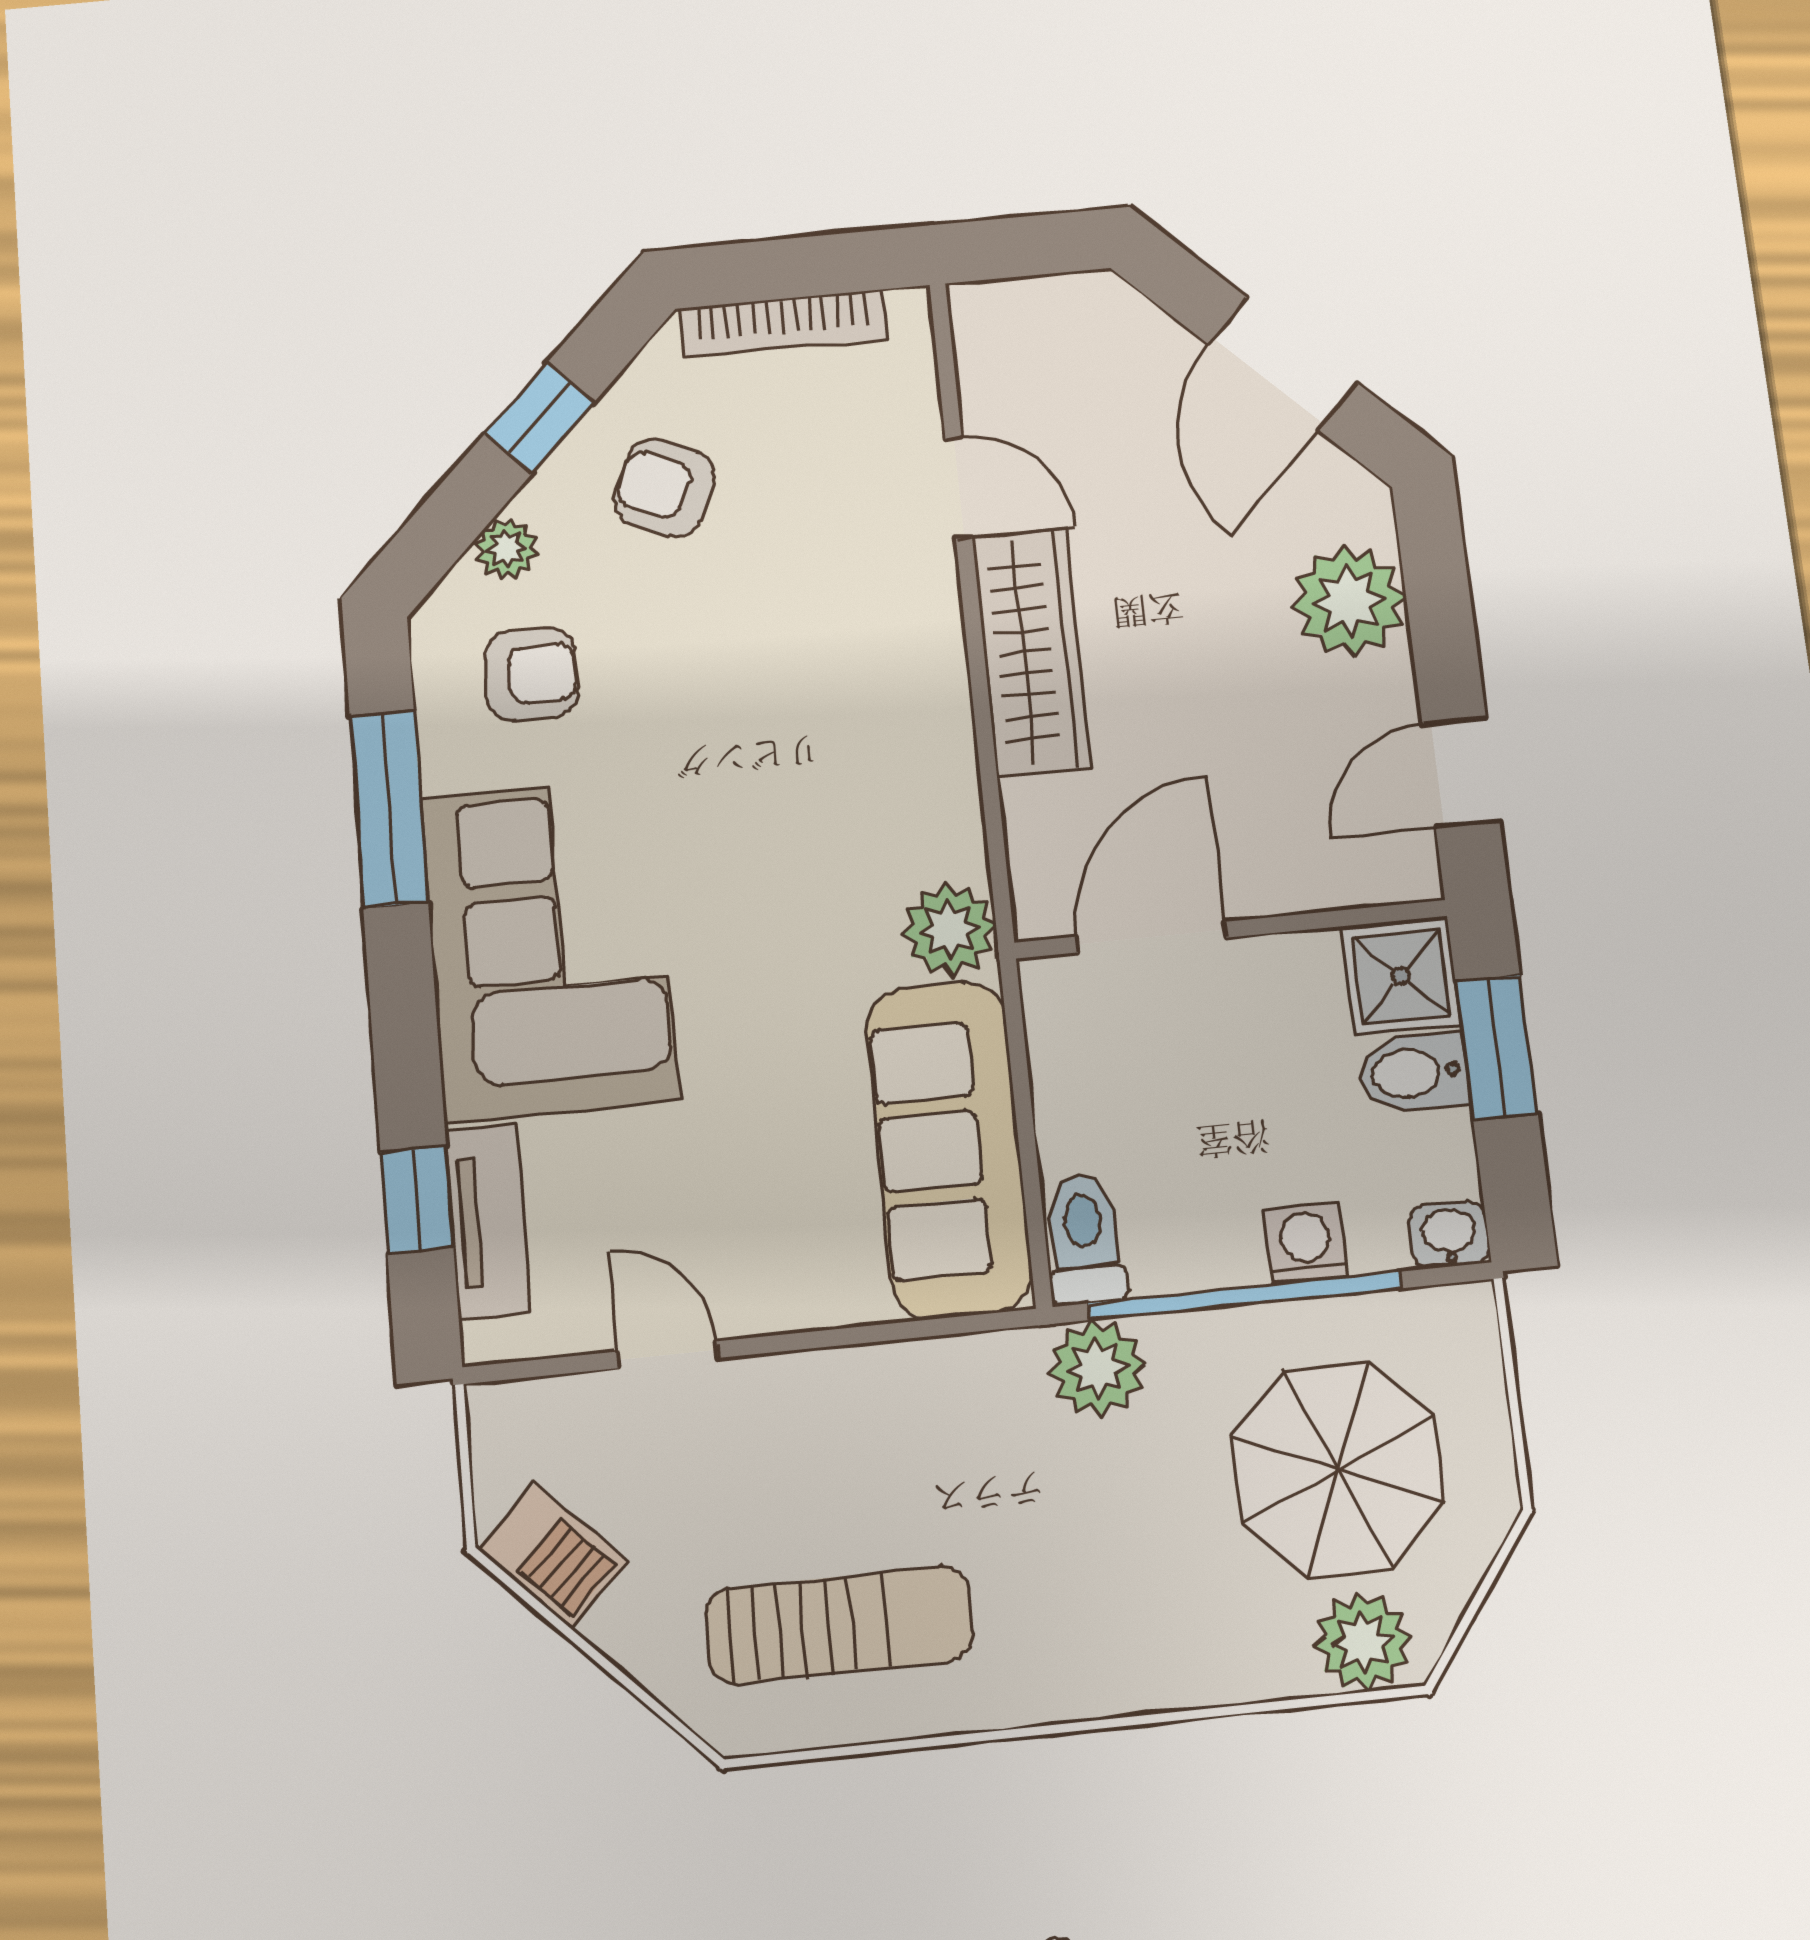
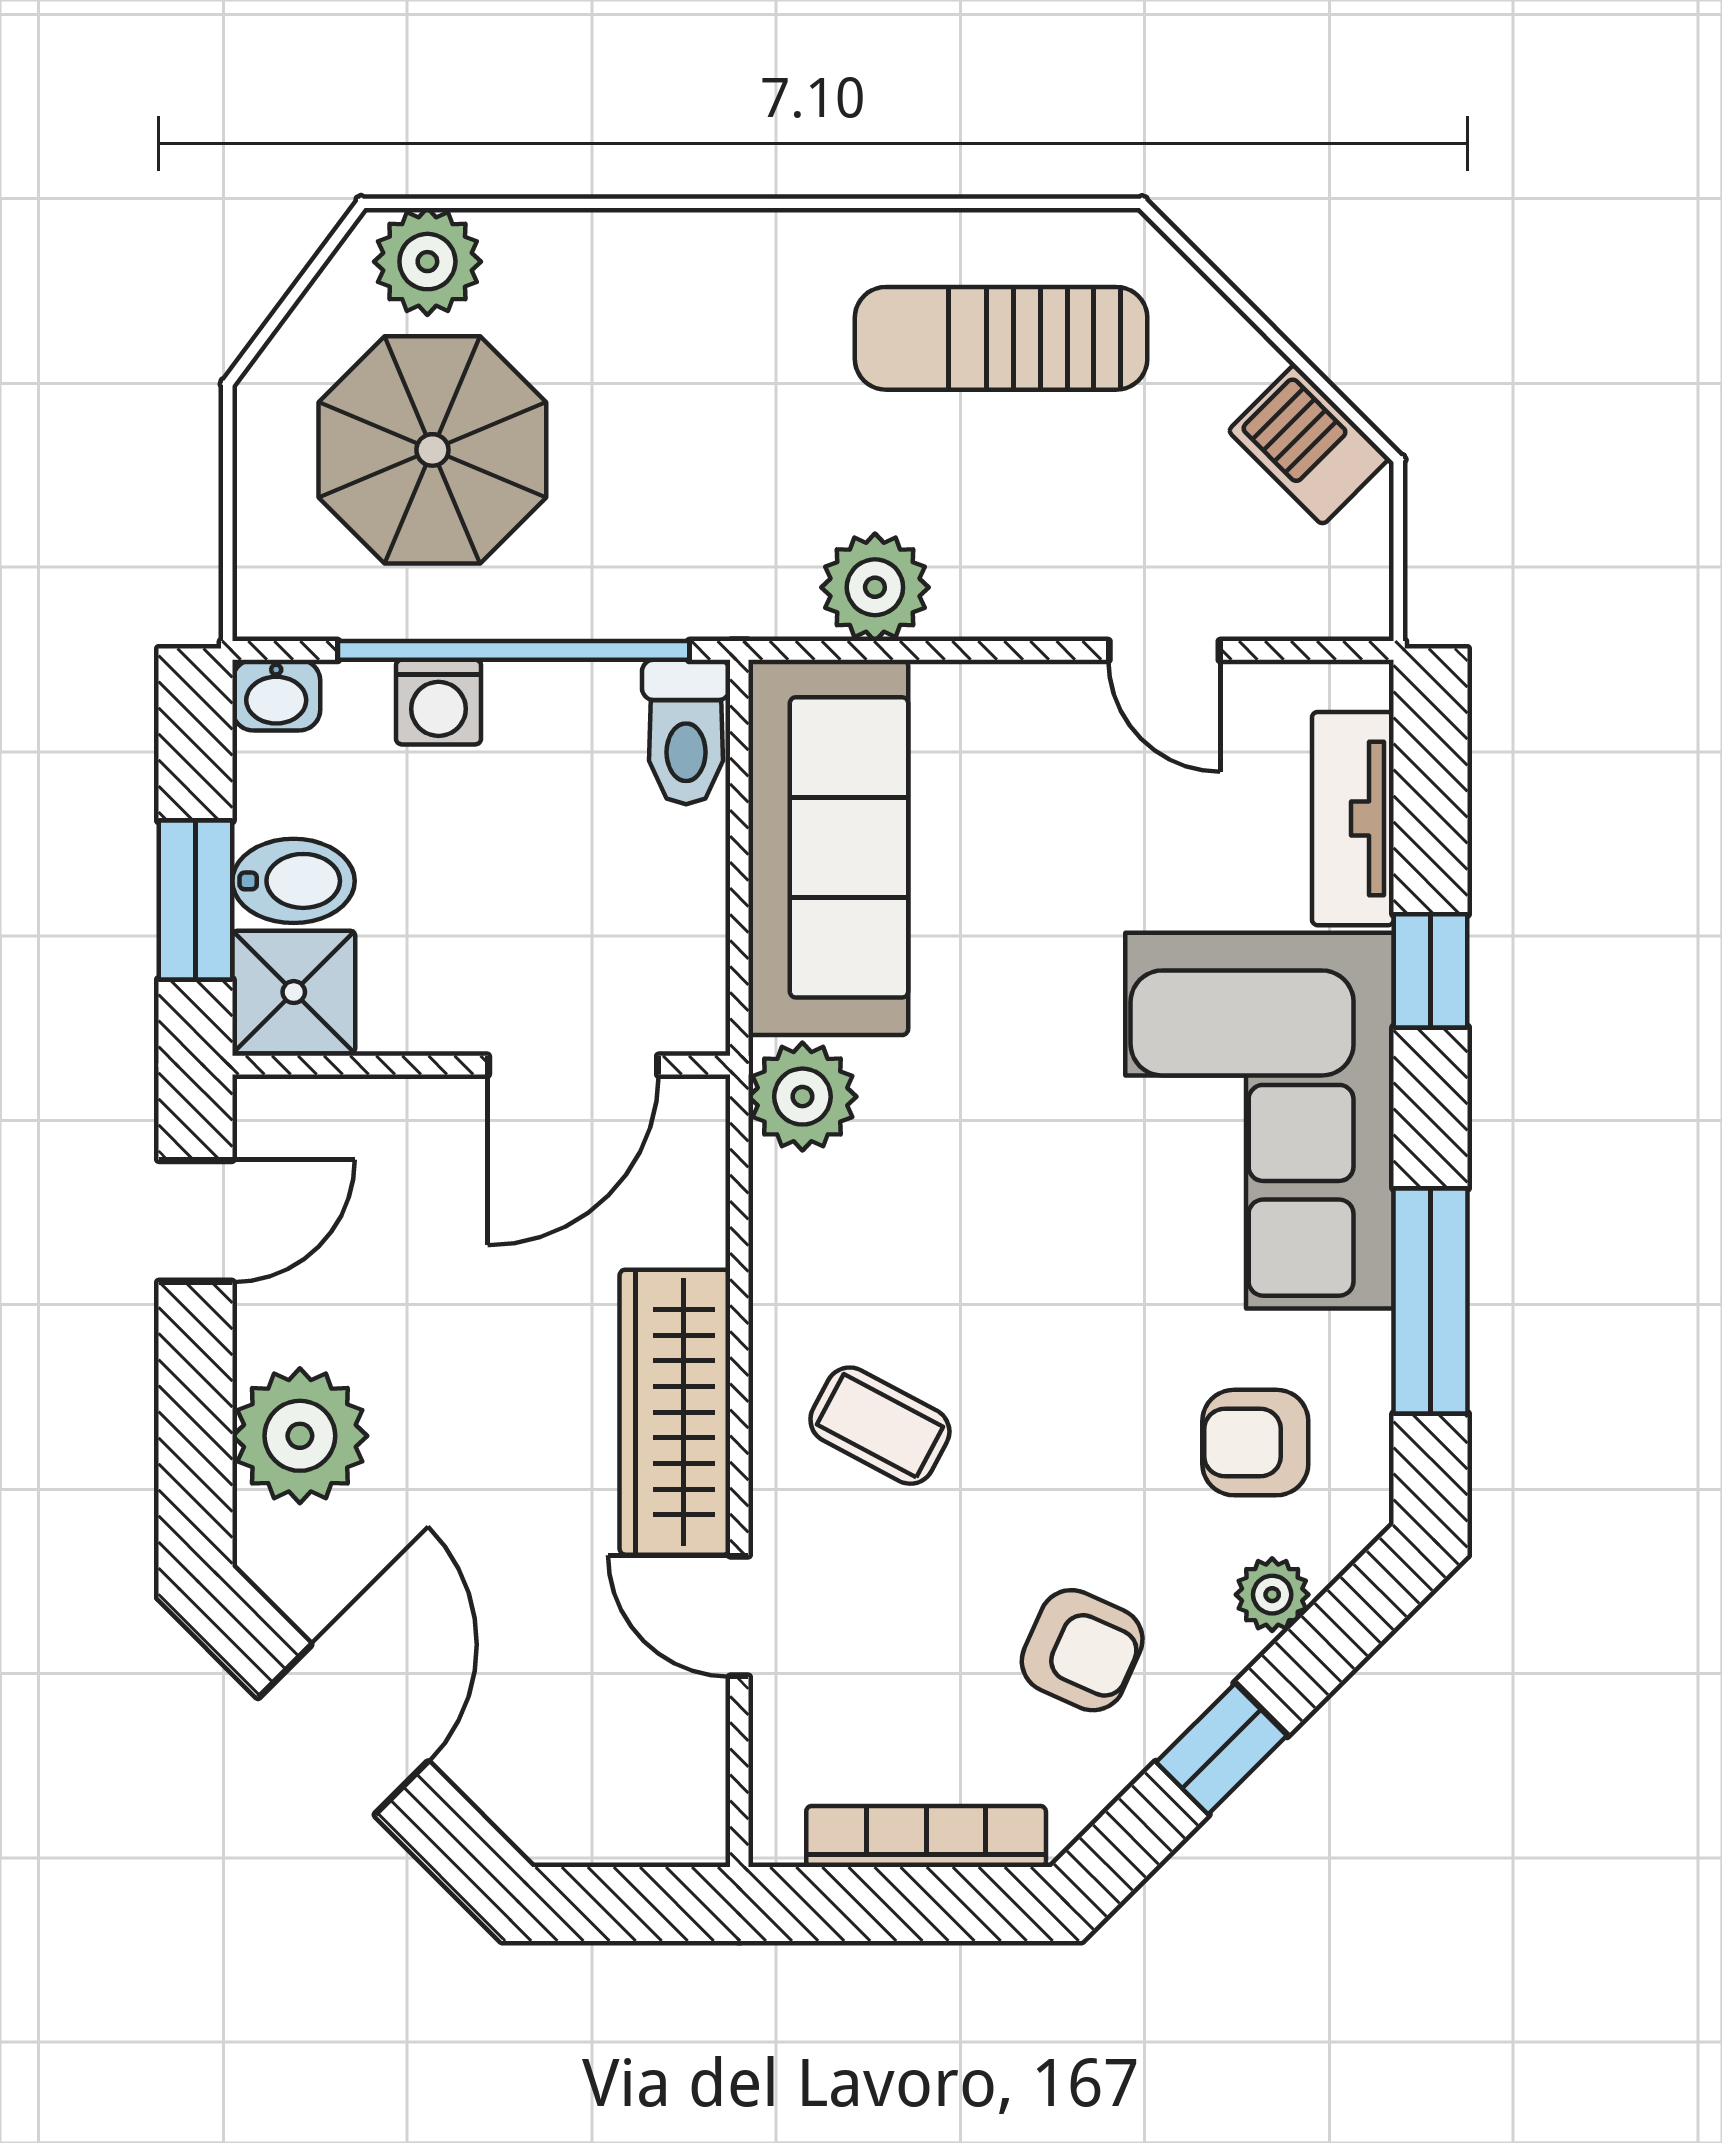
coffee table: (855, 657) -> (880, 1426), added
window: (417, 1200) -> (1431, 971), moved
plant: (1097, 1368) -> (875, 587), moved

